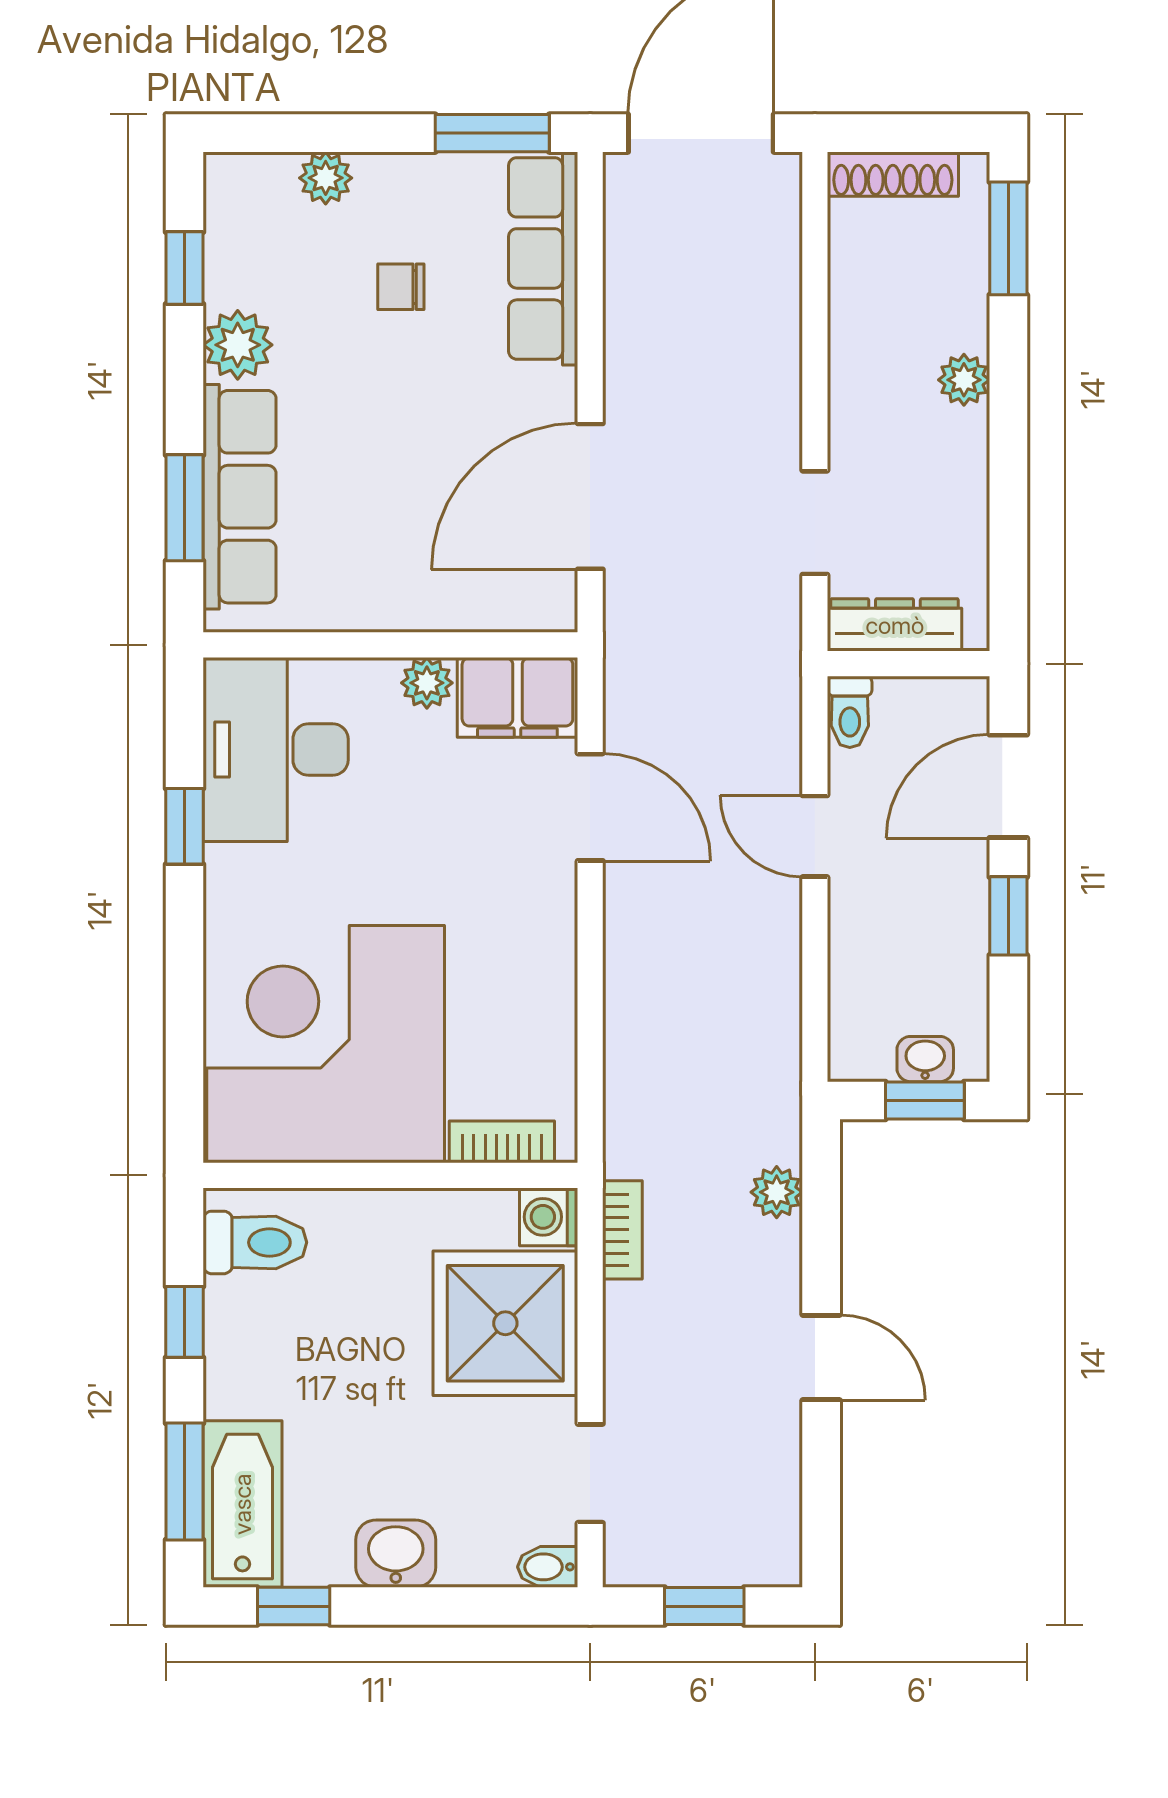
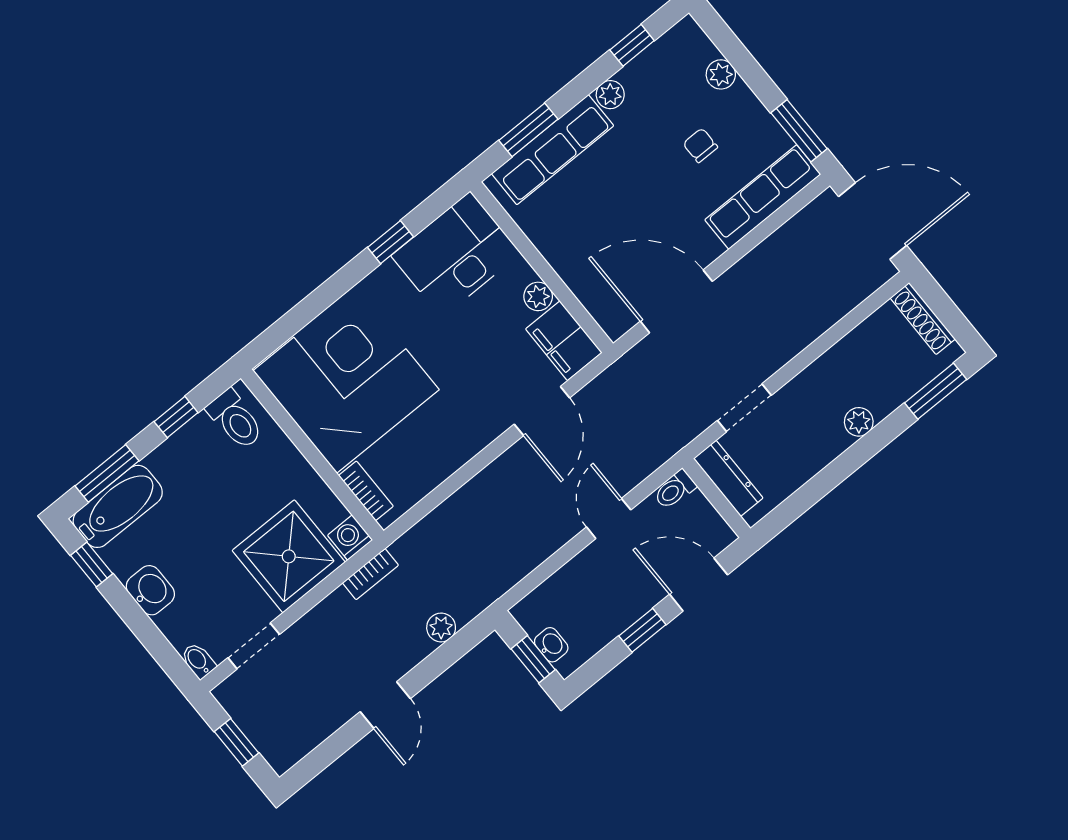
plant: (238, 345) -> (610, 95), width x0.73, depth x0.73

